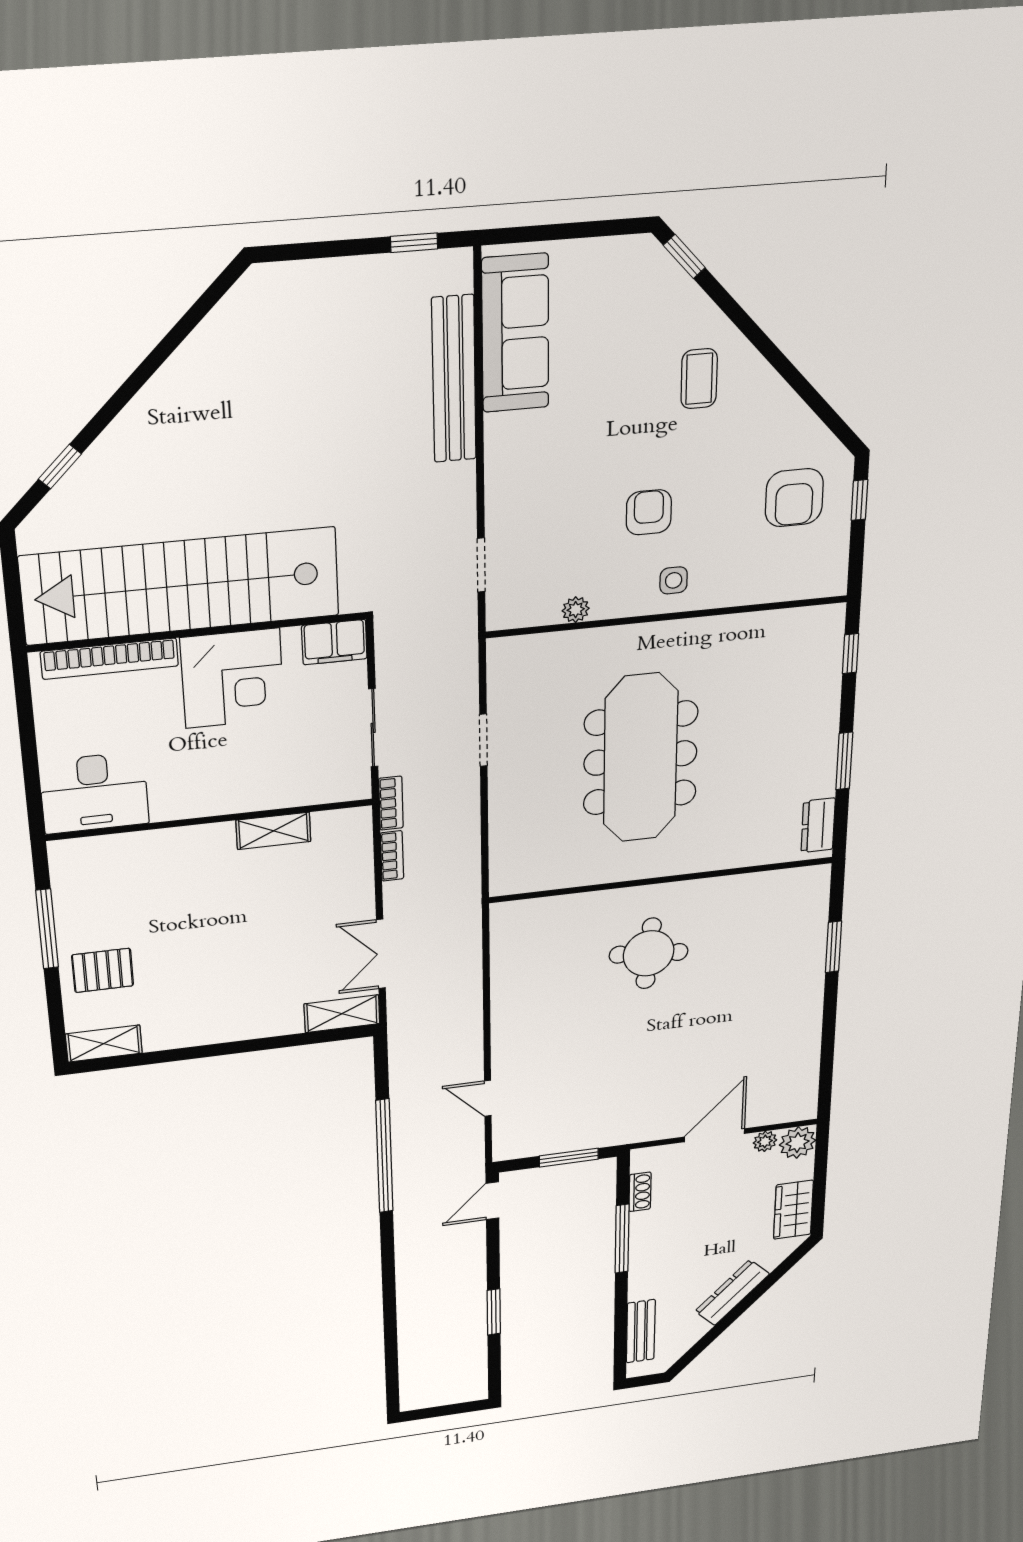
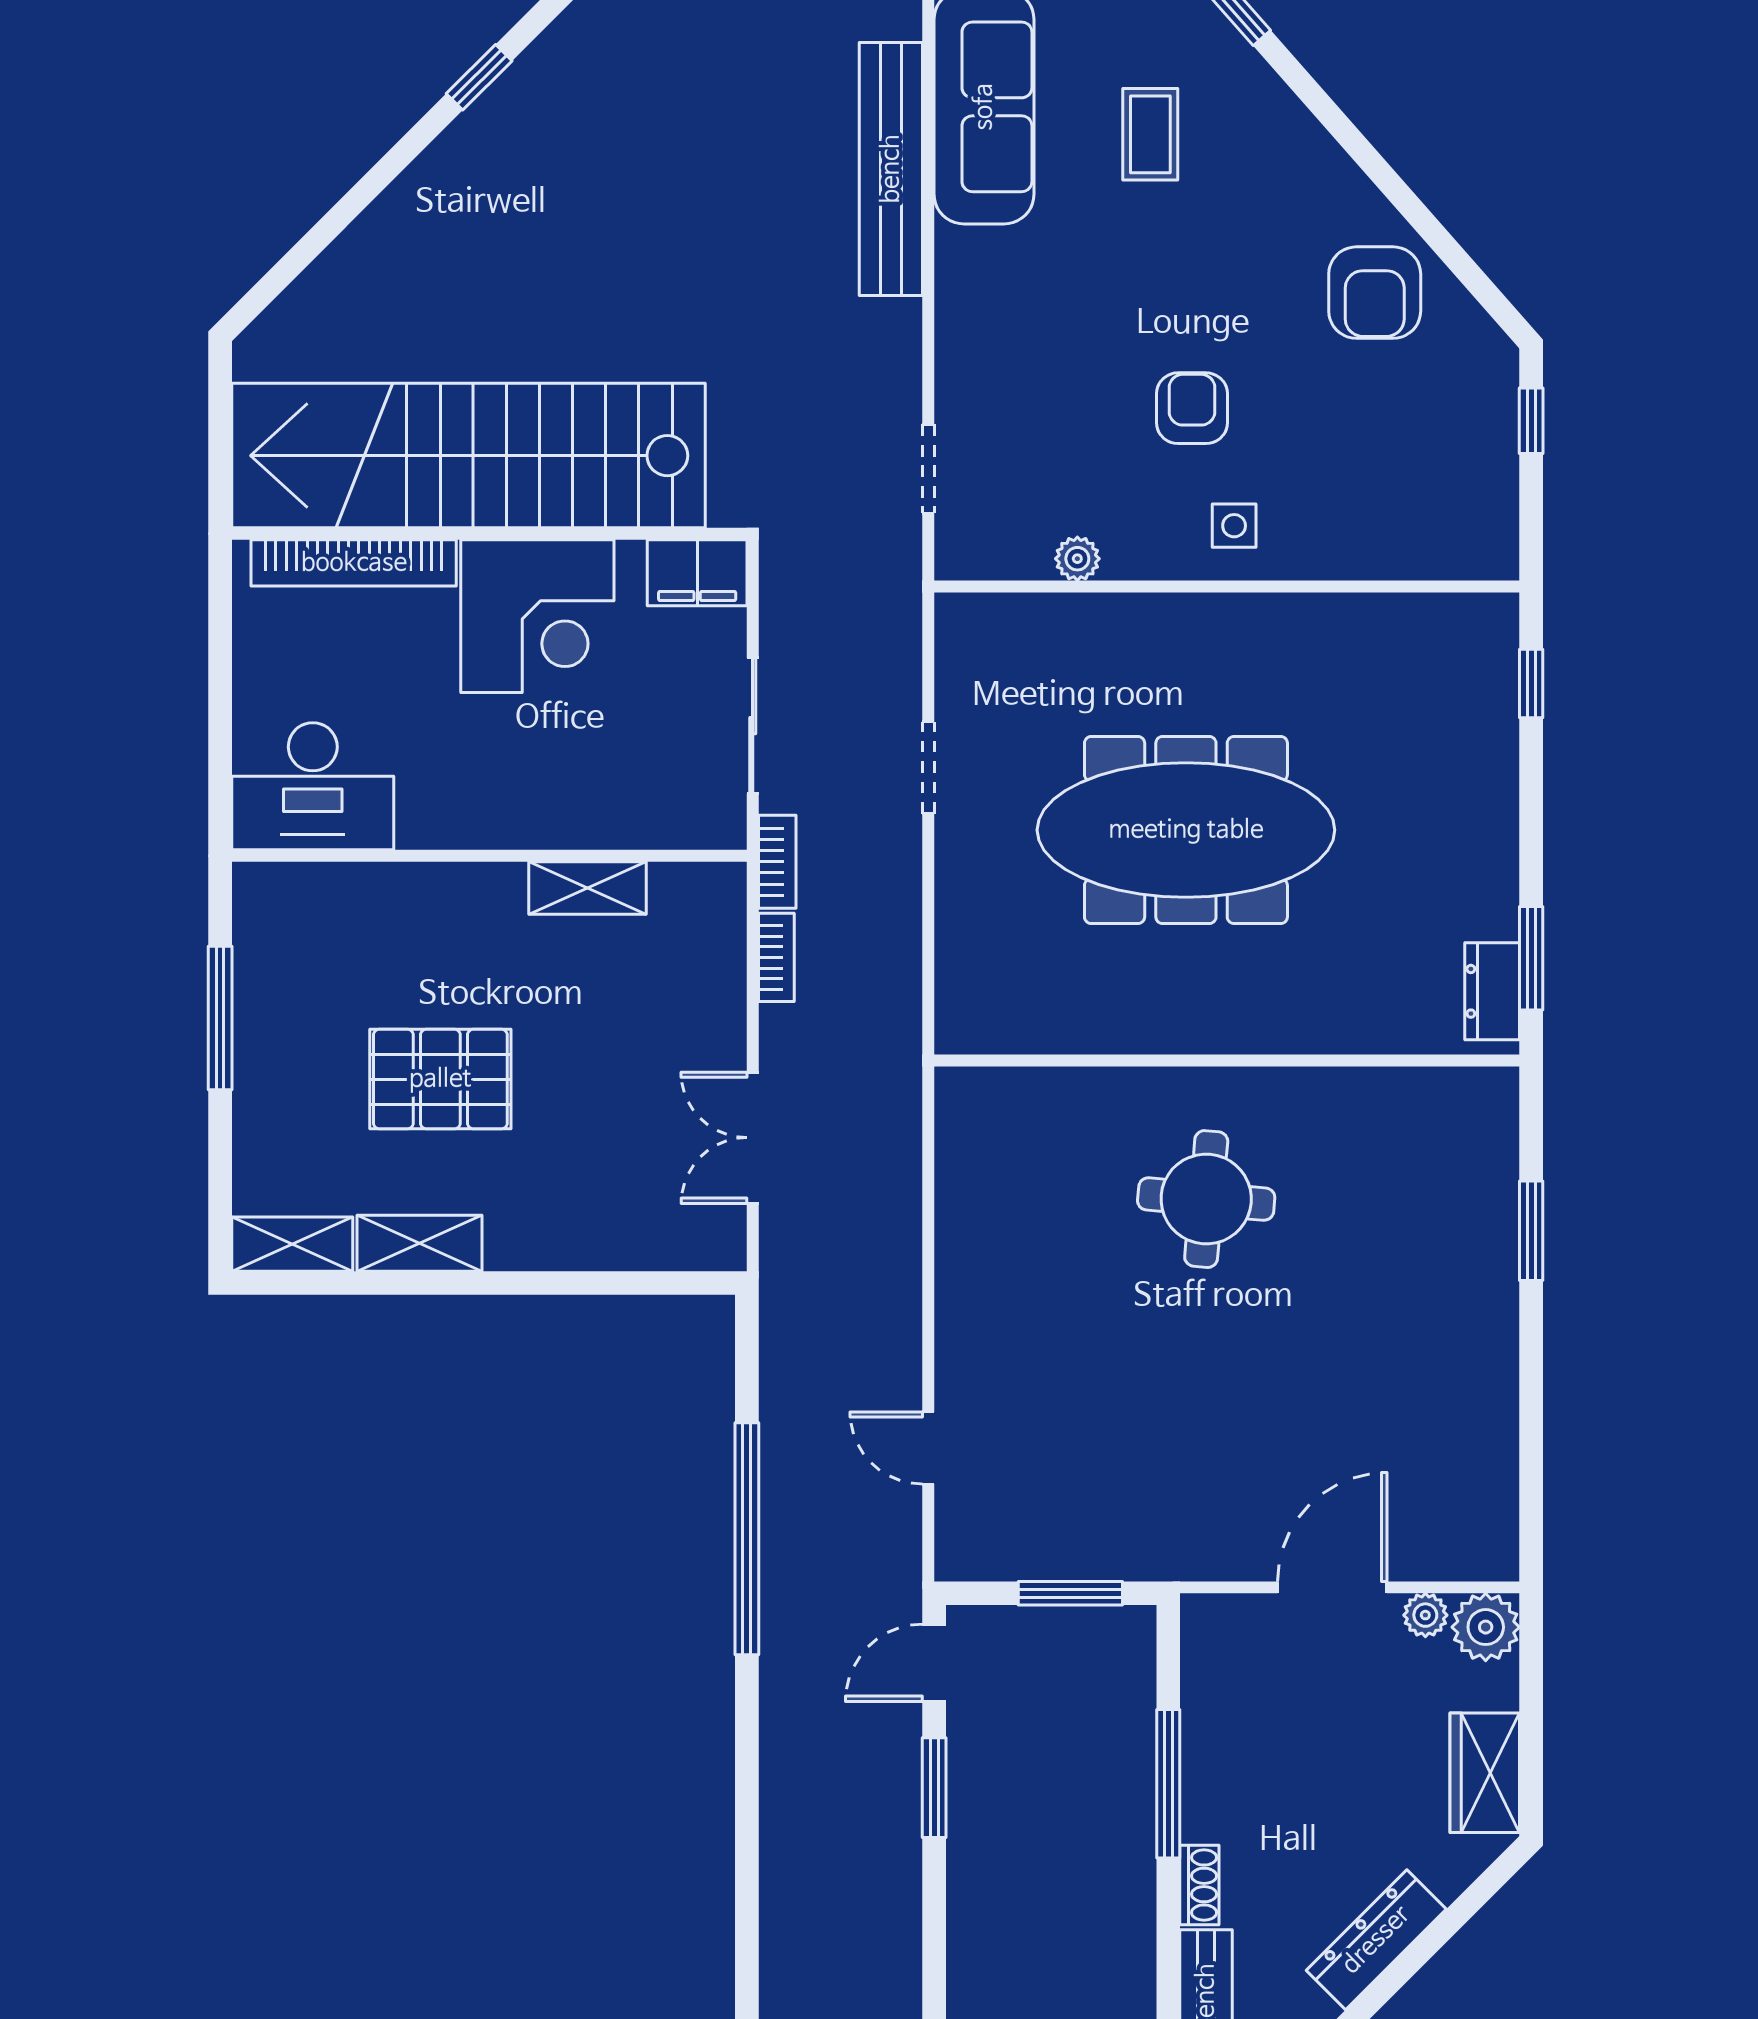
coffee table: (699, 379) -> (1150, 134), moved
window: (60, 467) -> (479, 77), moved
armchair: (794, 498) -> (1375, 293), moved
meeting table: (640, 758) -> (1186, 830), turned 90
window: (844, 761) -> (1531, 958), moved
pallet: (103, 970) -> (440, 1079), moved, width x1.50, depth x1.42
shelving: (342, 1014) -> (420, 1243), moved
shoe rack: (640, 1192) -> (1199, 1885), moved
window: (494, 1312) -> (934, 1788), moved

